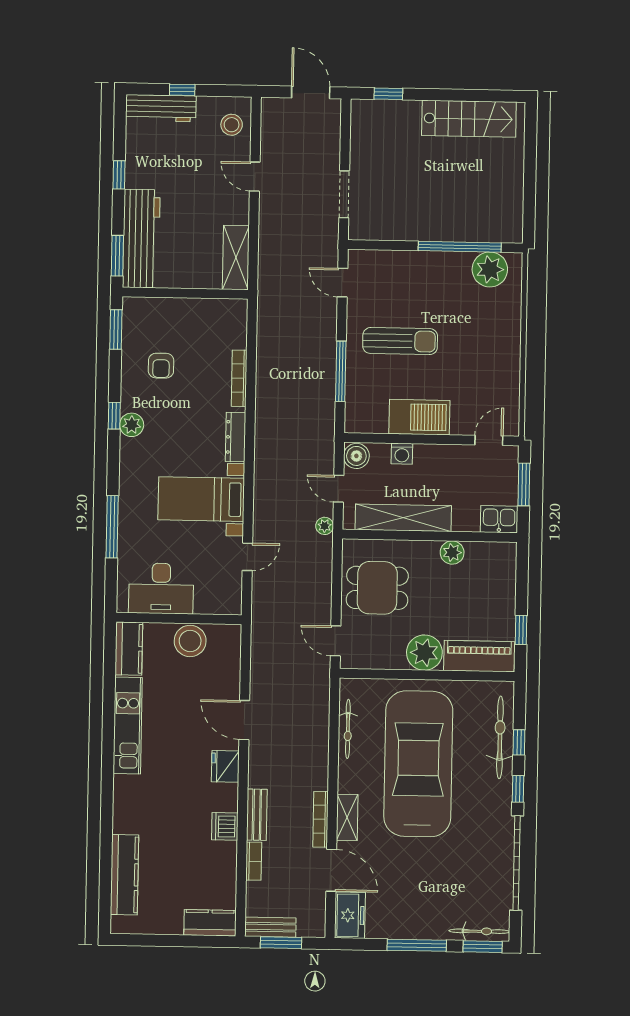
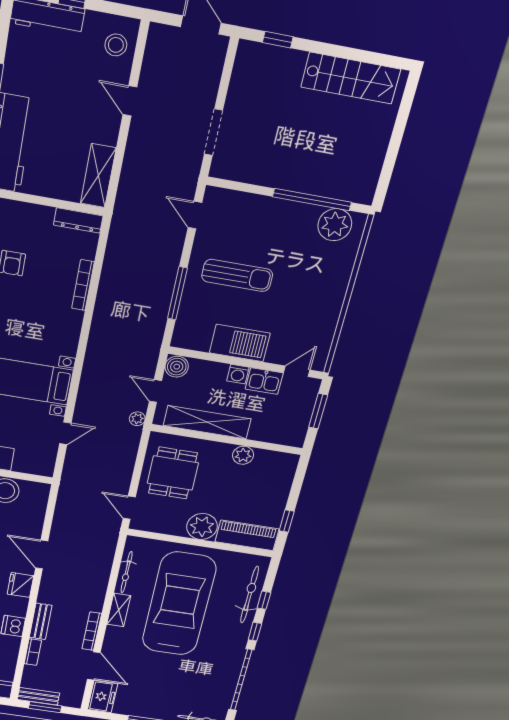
dresser: (236, 437) -> (78, 220), moved, turned -90
washing machine: (402, 454) -> (238, 374), moved
kitchen sink: (499, 519) -> (264, 381), moved, turned 180
dining table: (377, 588) -> (173, 473), turned 90
shelving: (347, 817) -> (119, 610), moved

